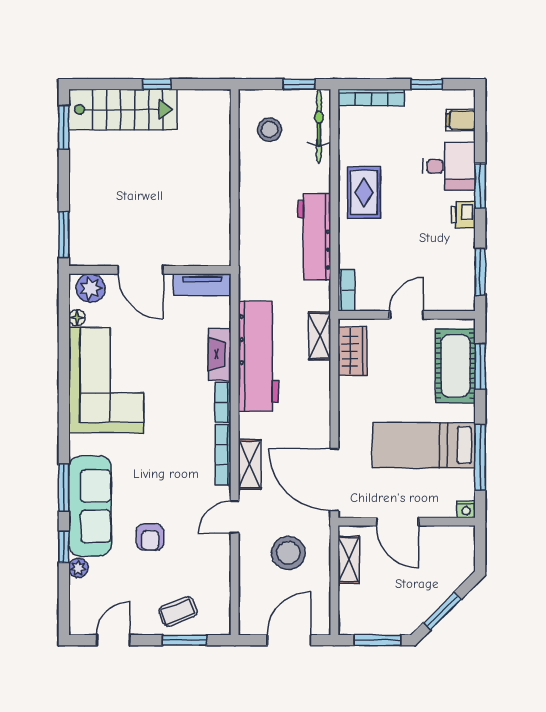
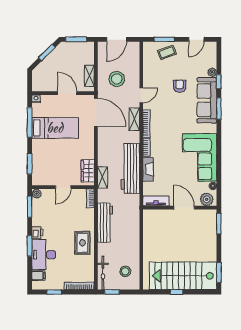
stairs: (123, 109) -> (183, 276), width x1.36, depth x1.51
desk: (449, 166) -> (44, 255), width x1.37
plant: (465, 301) -> (37, 194), added
cot: (455, 366) -> (41, 164), removed

